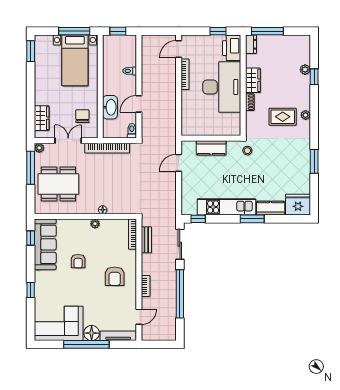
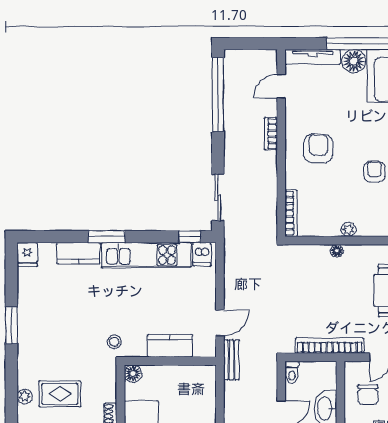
floor lamp: (235, 130) -> (133, 374), added
fridge: (298, 205) -> (27, 254), width x0.53, depth x0.75
dishwasher: (190, 207) -> (202, 254), added
bench: (146, 240) -> (231, 360), moved
window: (180, 294) -> (218, 94), moved

